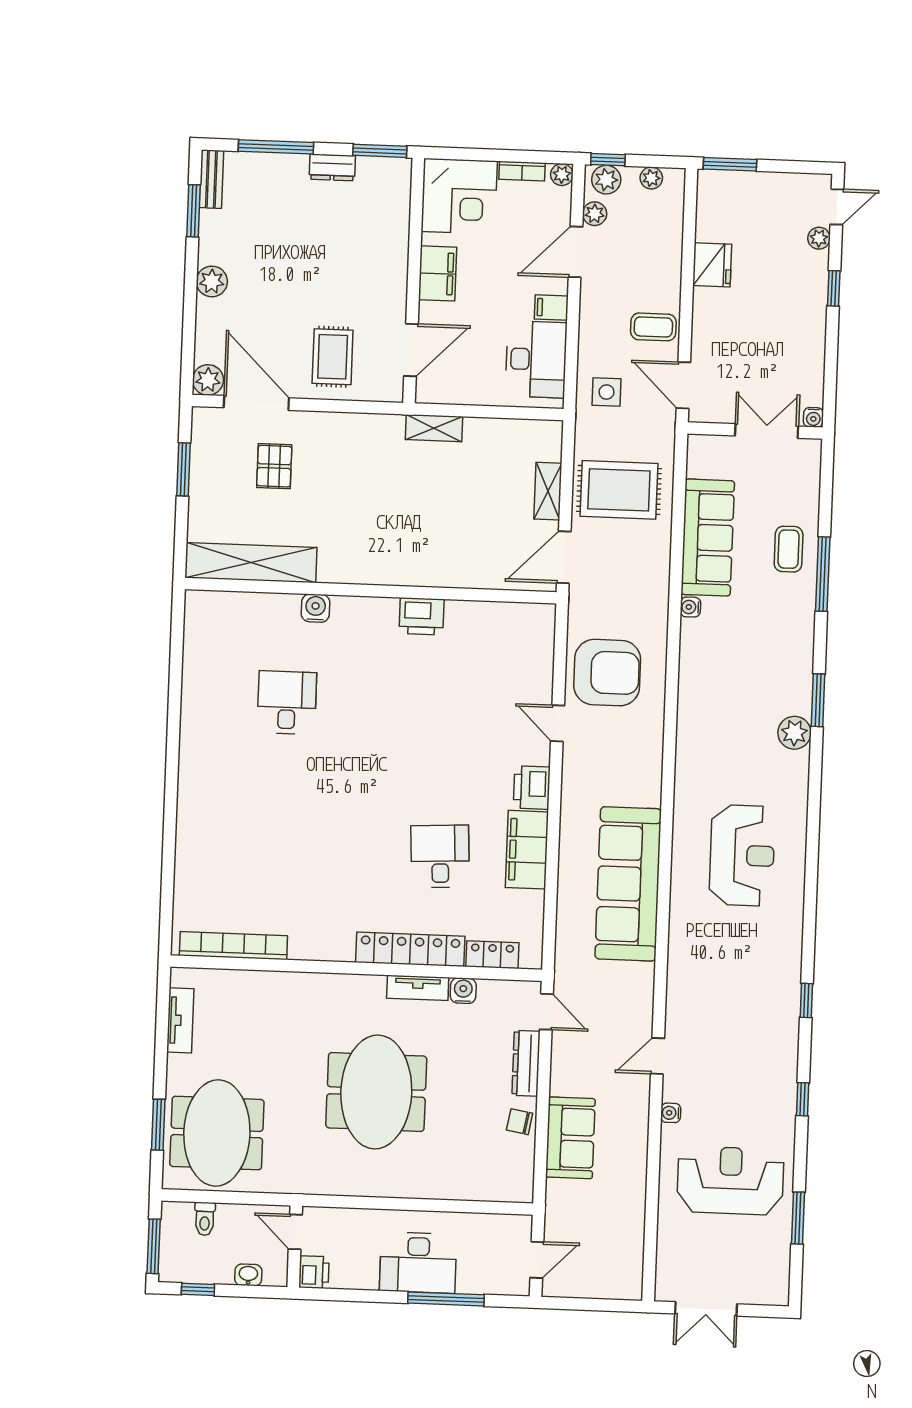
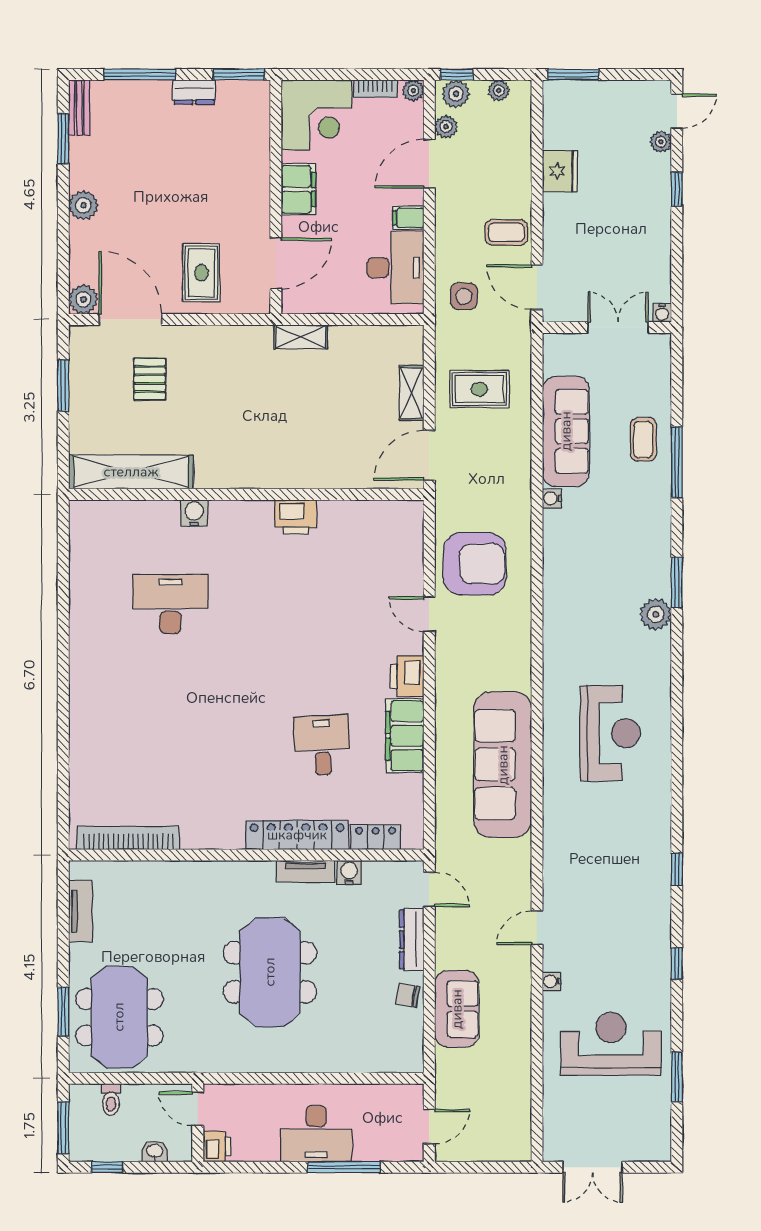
rug: (619, 490) -> (479, 389), width x0.73, depth x0.70
desk: (287, 702) -> (170, 604), width x1.37

